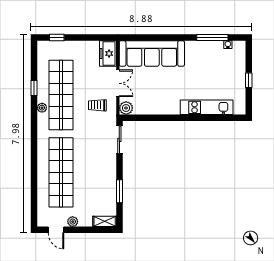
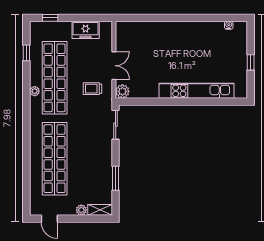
window: (212, 37) -> (213, 18), removed
freezer: (108, 53) -> (86, 30), moved, turned -90
sofa: (152, 53) -> (149, 35), removed
window: (34, 88) -> (26, 53), moved
kitchen unit: (207, 107) -> (197, 91), width x1.36
plant: (73, 222) -> (81, 210), moved

